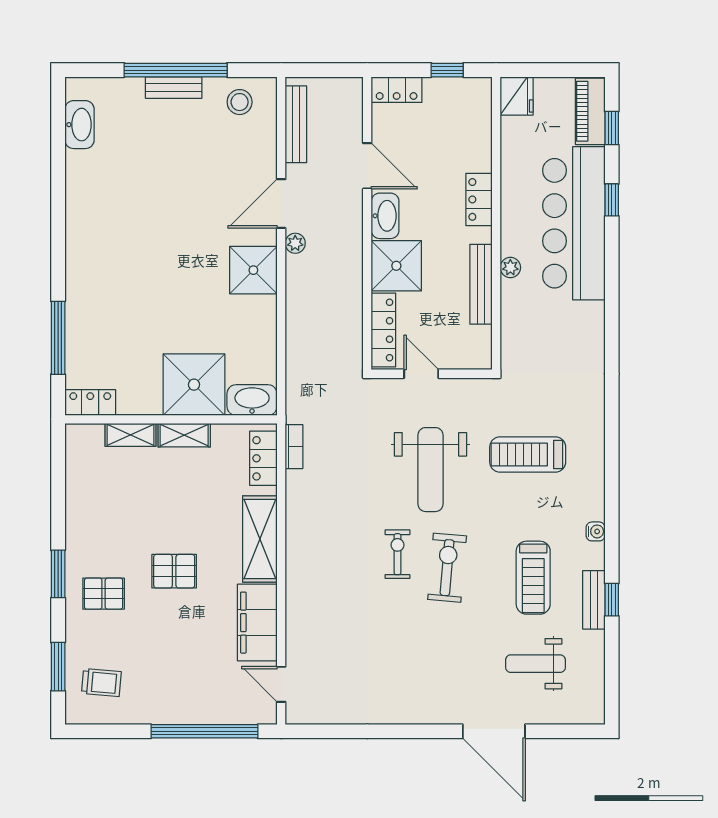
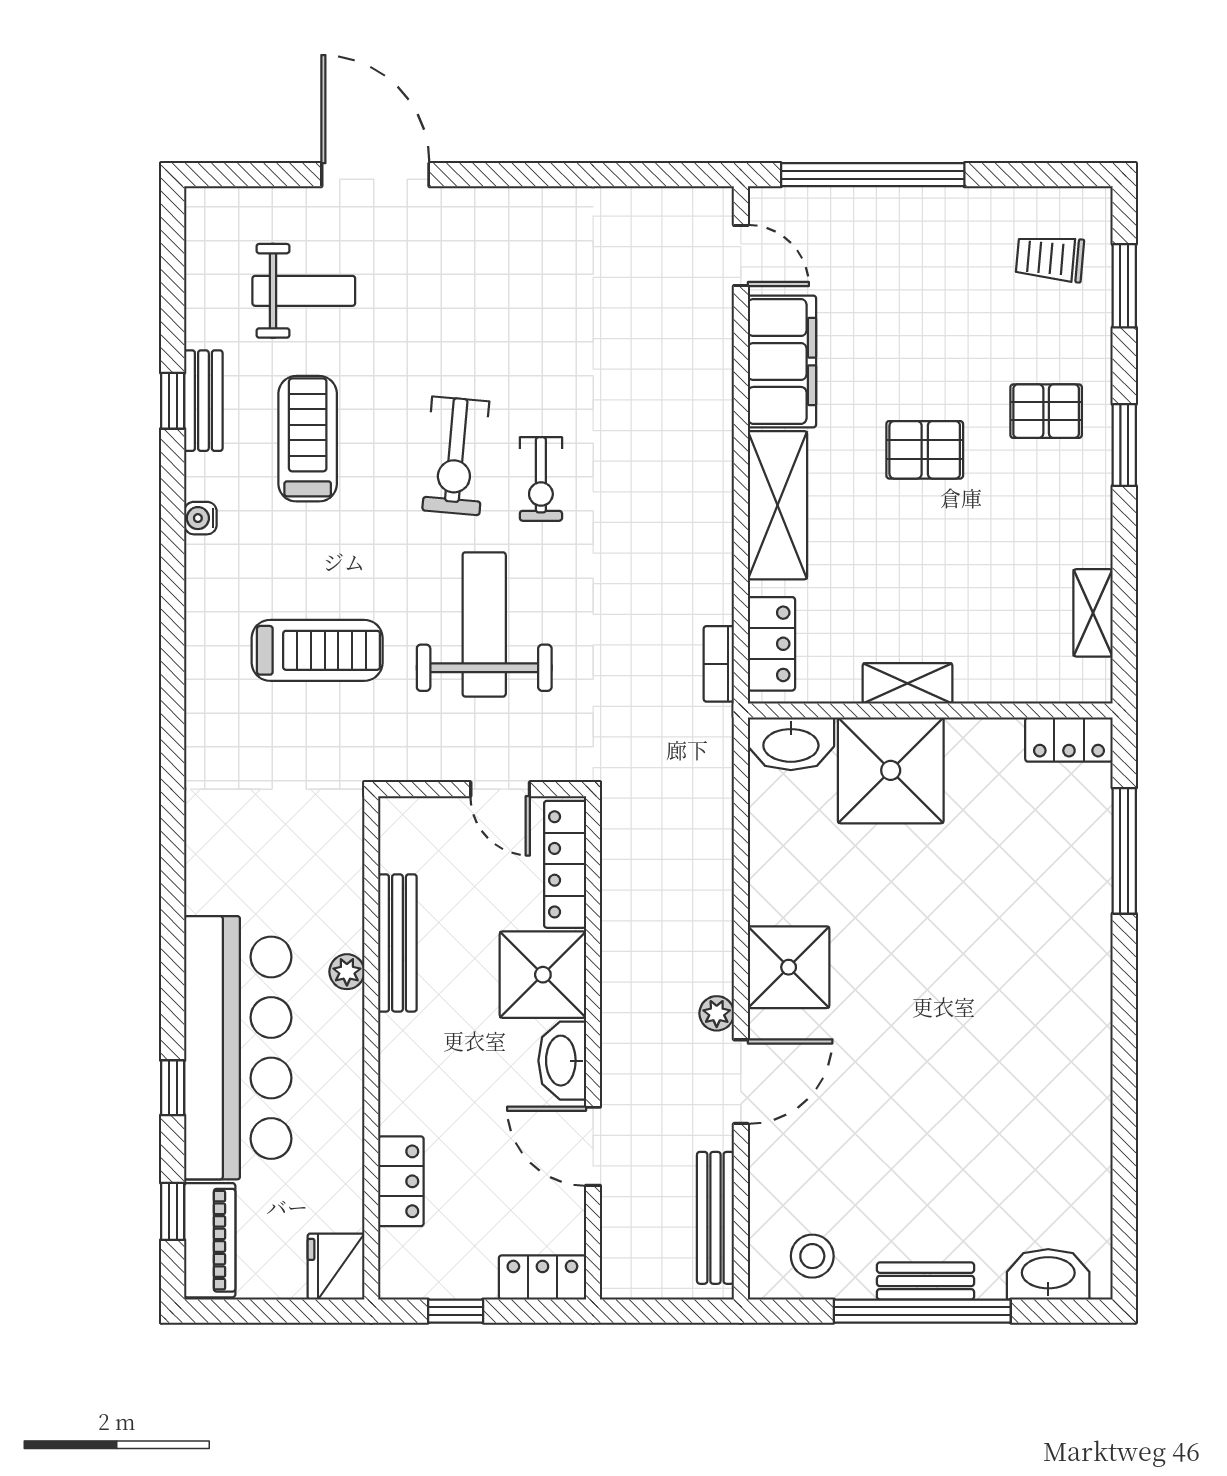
washbasin: (79, 125) -> (1048, 1274), moved, turned 90
locker: (479, 199) -> (401, 1181), moved
shelving: (130, 435) -> (1093, 613), moved, turned 90

